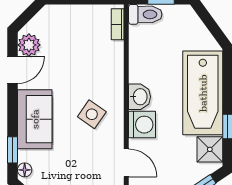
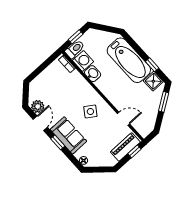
washbasin: (140, 97) -> (93, 74), moved
washing machine: (142, 125) -> (83, 61), moved
window: (12, 150) -> (58, 142), moved

